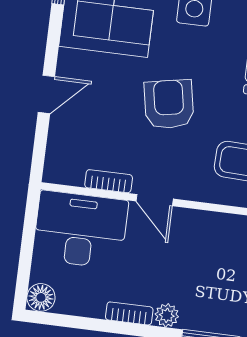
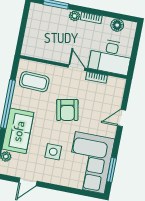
floor lamp: (41, 297) -> (117, 25), moved

